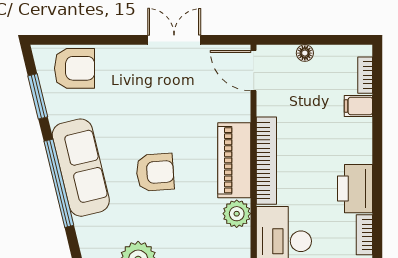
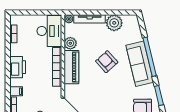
armchair: (155, 172) -> (107, 62), turned 52
printer: (355, 189) -> (18, 67), moved

